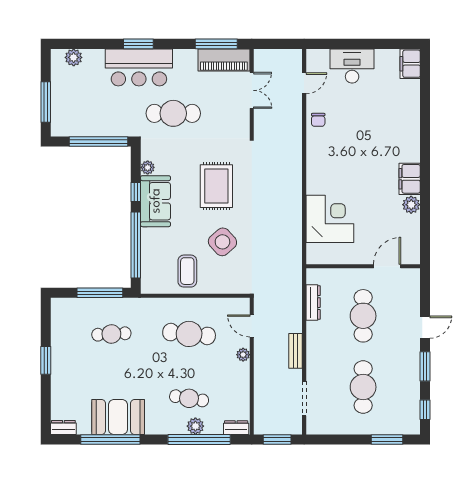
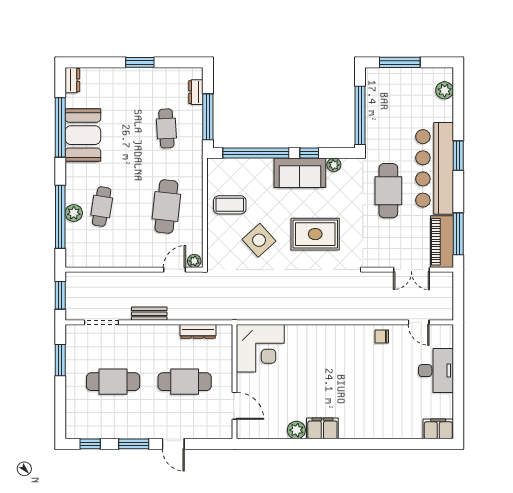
bar counter: (139, 67) -> (435, 168), width x1.36
corner desk: (330, 219) -> (260, 348), moved
plant: (243, 355) -> (194, 261), moved
dresser: (236, 428) -> (196, 92), moved, turned 180
window: (387, 440) -> (60, 360), moved

